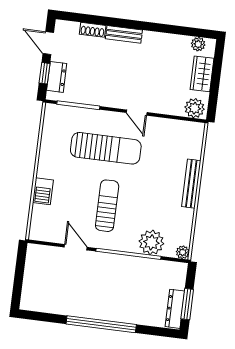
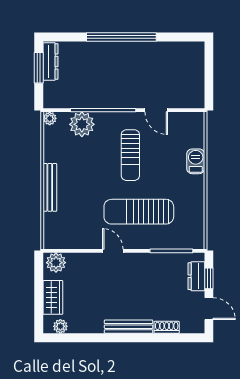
bench: (124, 34) -> (129, 327), width x1.36

